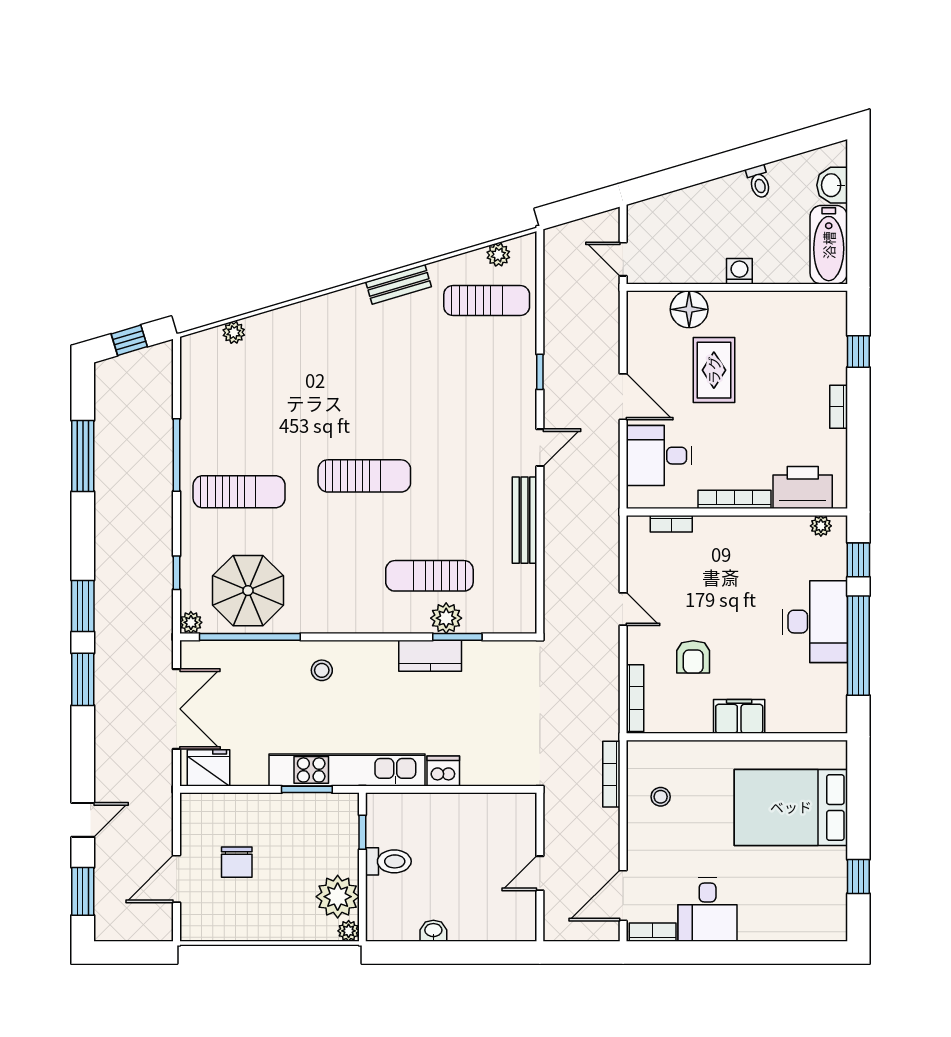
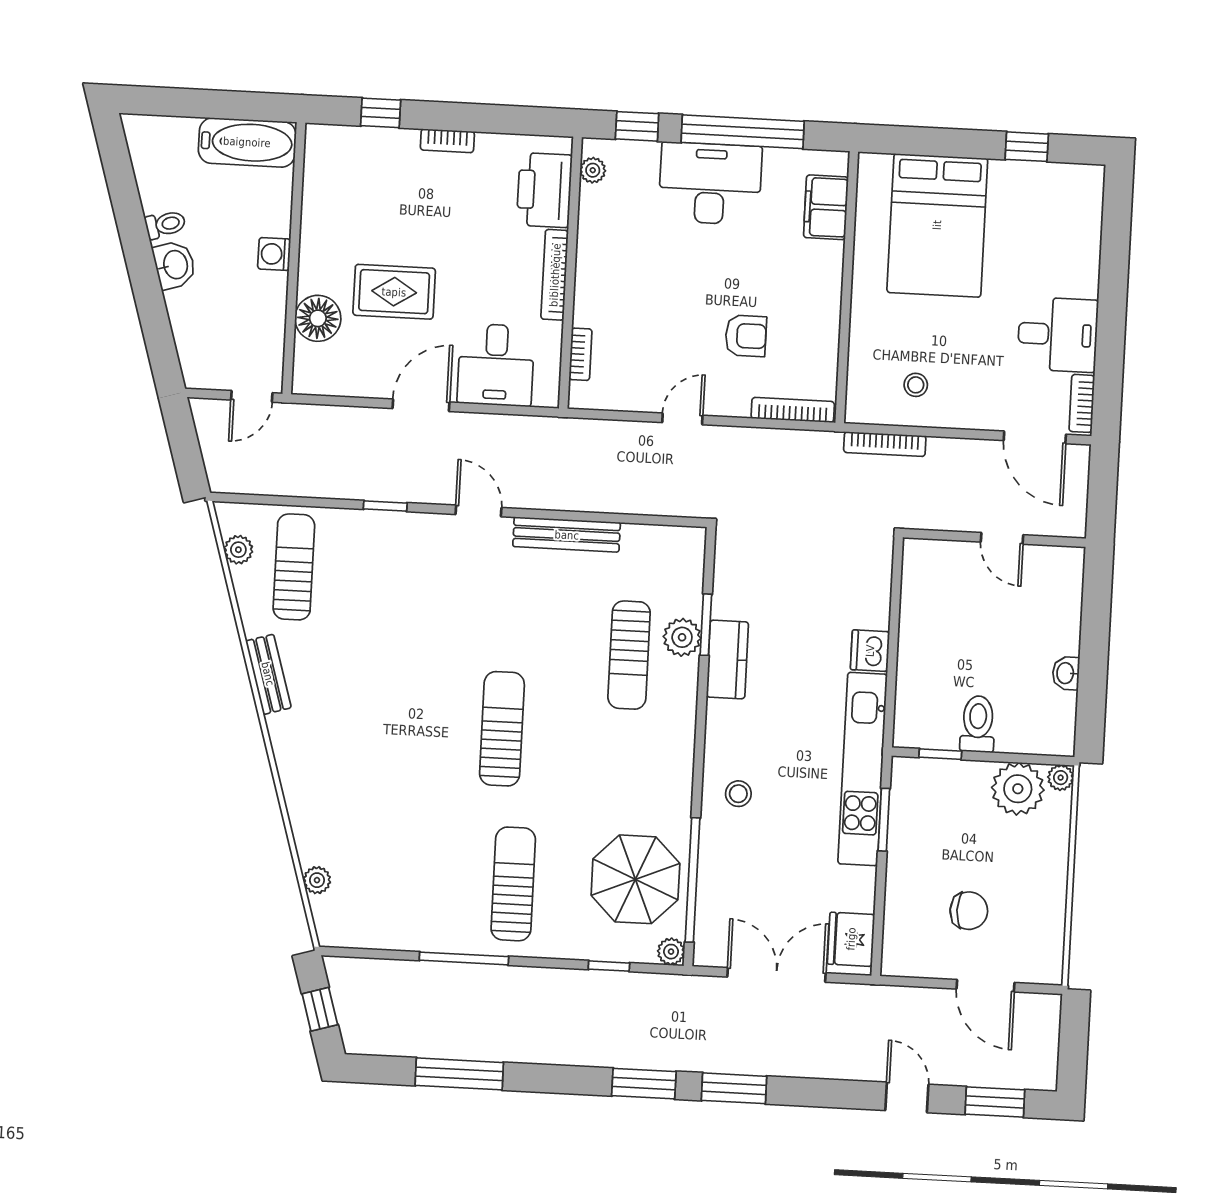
washbasin: (832, 185) -> (174, 265), moved, turned -106
filing cabinet: (739, 716) -> (826, 207), moved

